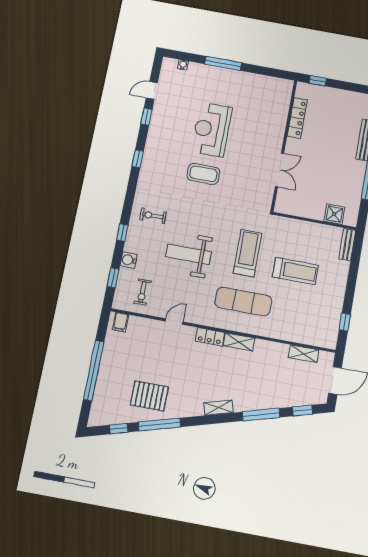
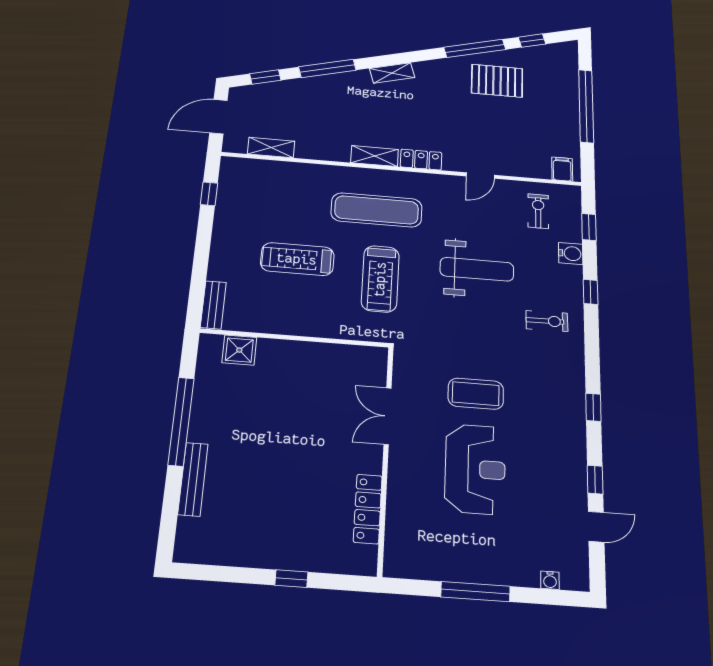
locker: (297, 118) -> (368, 509), moved
wall: (284, 146) -> (385, 458), moved
double door: (280, 170) -> (388, 416), moved

